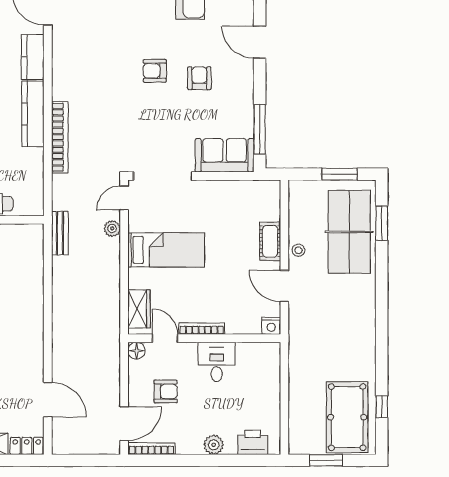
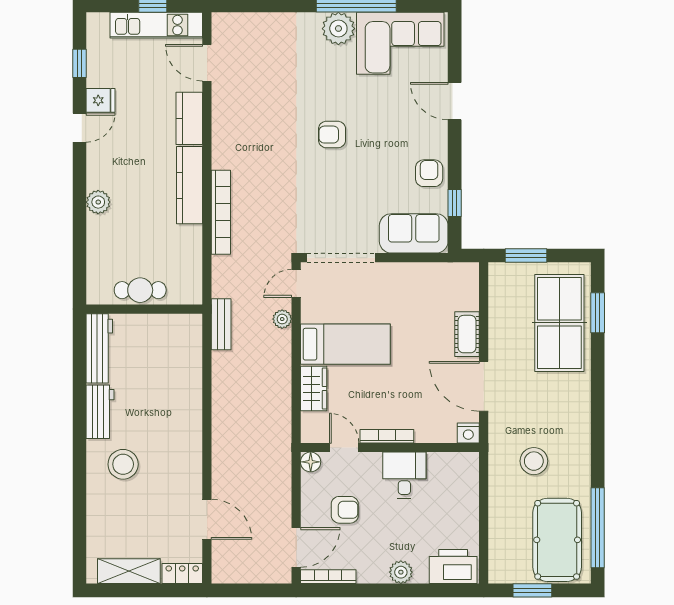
armchair: (199, 78) -> (429, 173), moved
window: (260, 129) -> (455, 203), width x0.46
window: (340, 174) -> (526, 255), moved
stool: (298, 250) -> (534, 461), moved, width x1.89, depth x1.89
door: (284, 286) -> (484, 386), width x1.36
wardrobe: (139, 309) -> (314, 389), moved
window: (382, 407) -> (598, 528), width x3.17
printer: (253, 442) -> (453, 567), width x1.37, depth x1.19

